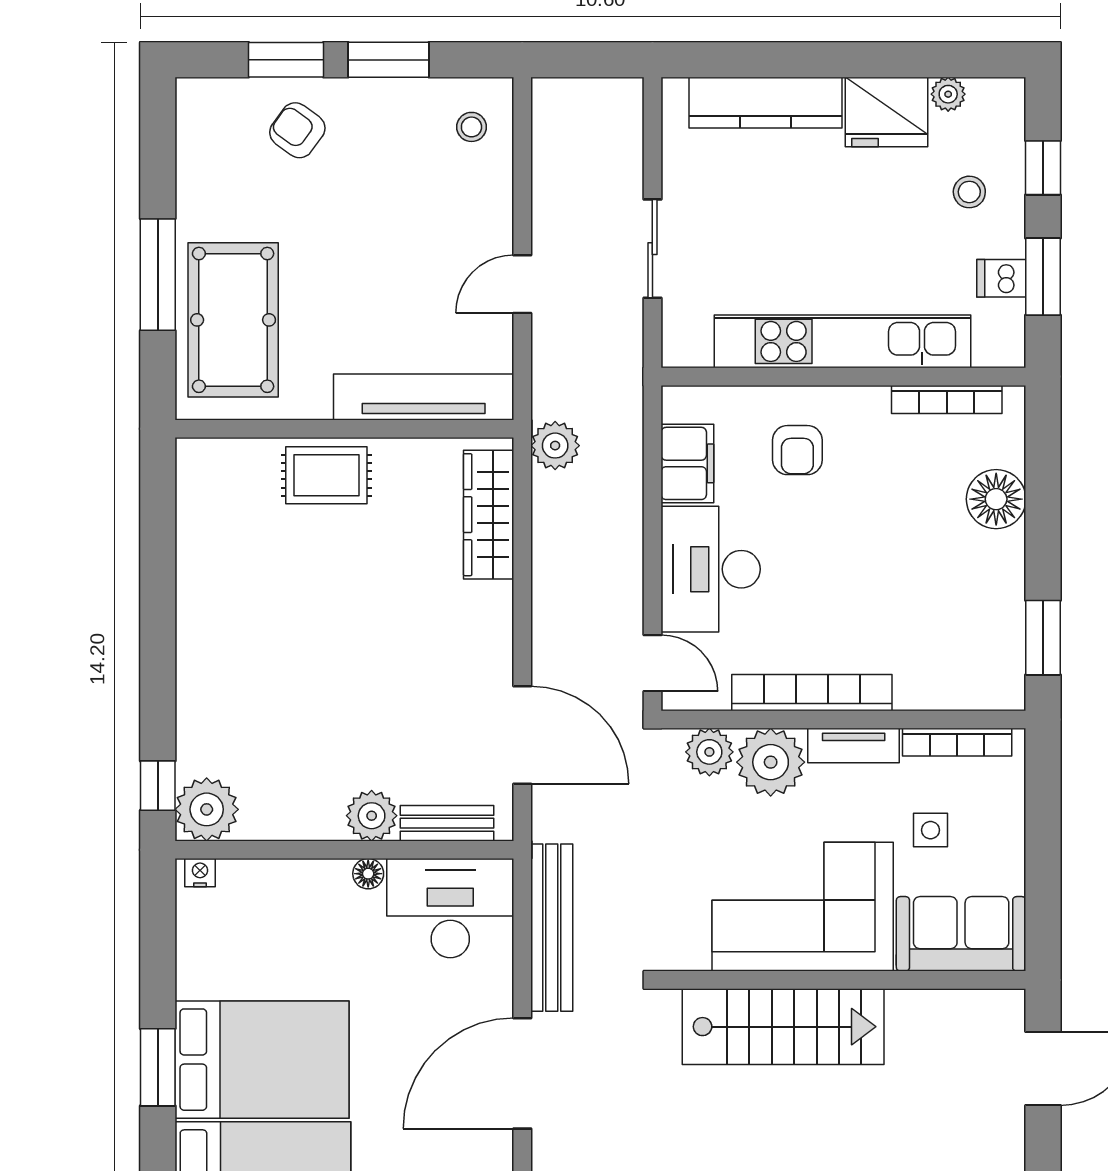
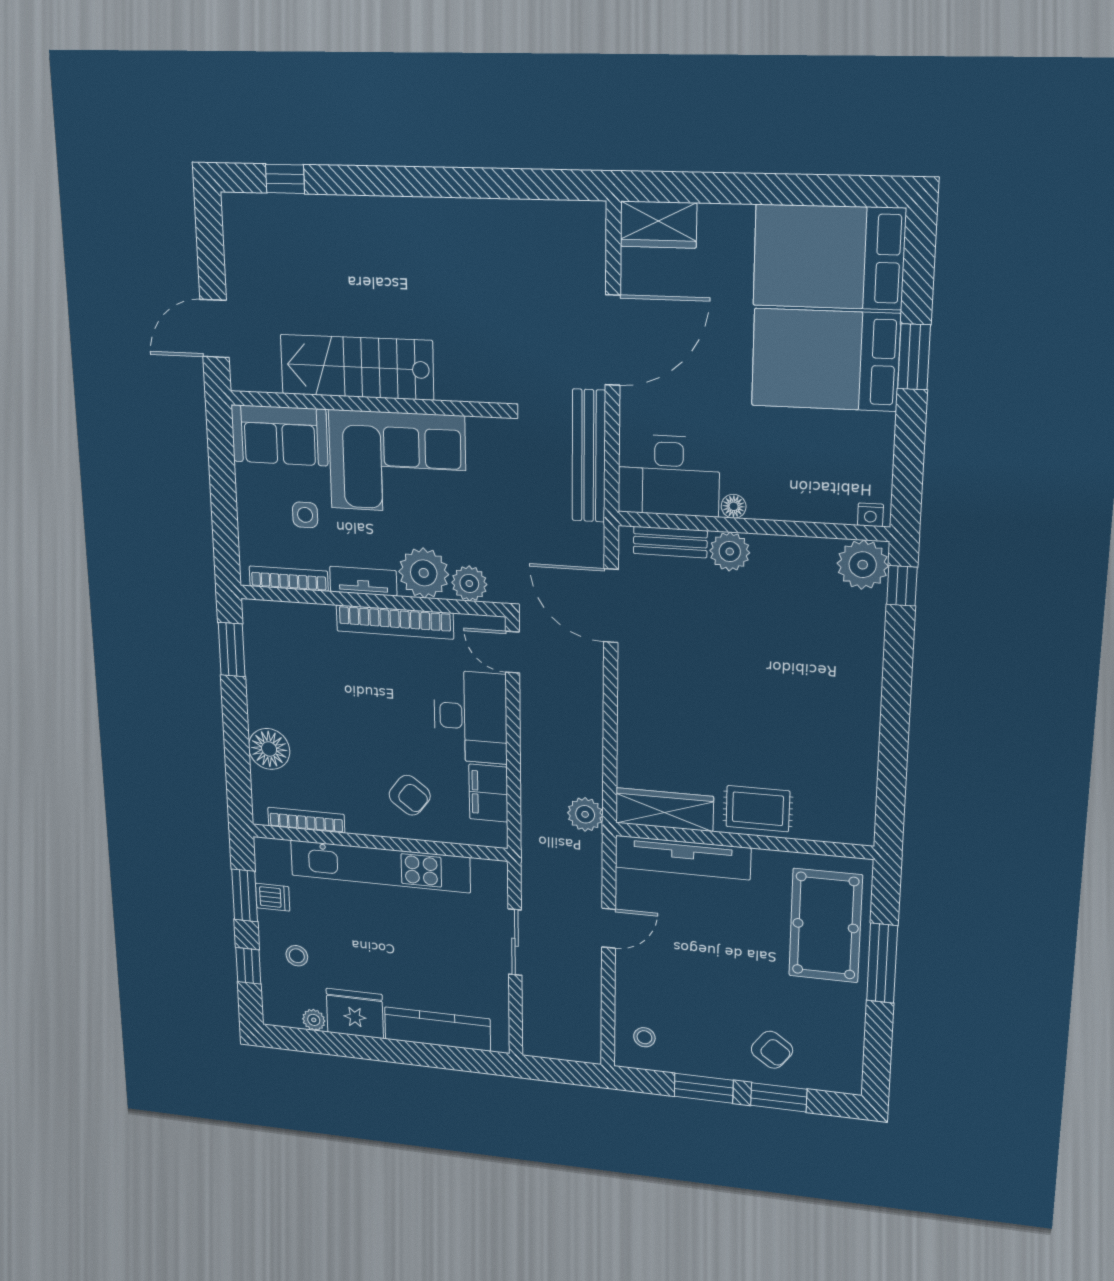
armchair: (797, 450) -> (410, 795), turned 127
wardrobe: (489, 515) -> (664, 810), moved, turned -90
stairs: (783, 1027) -> (357, 367), moved

